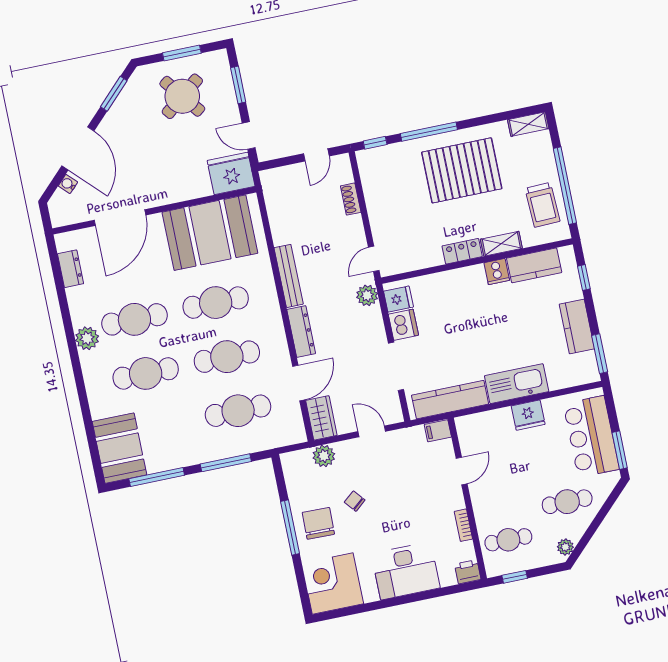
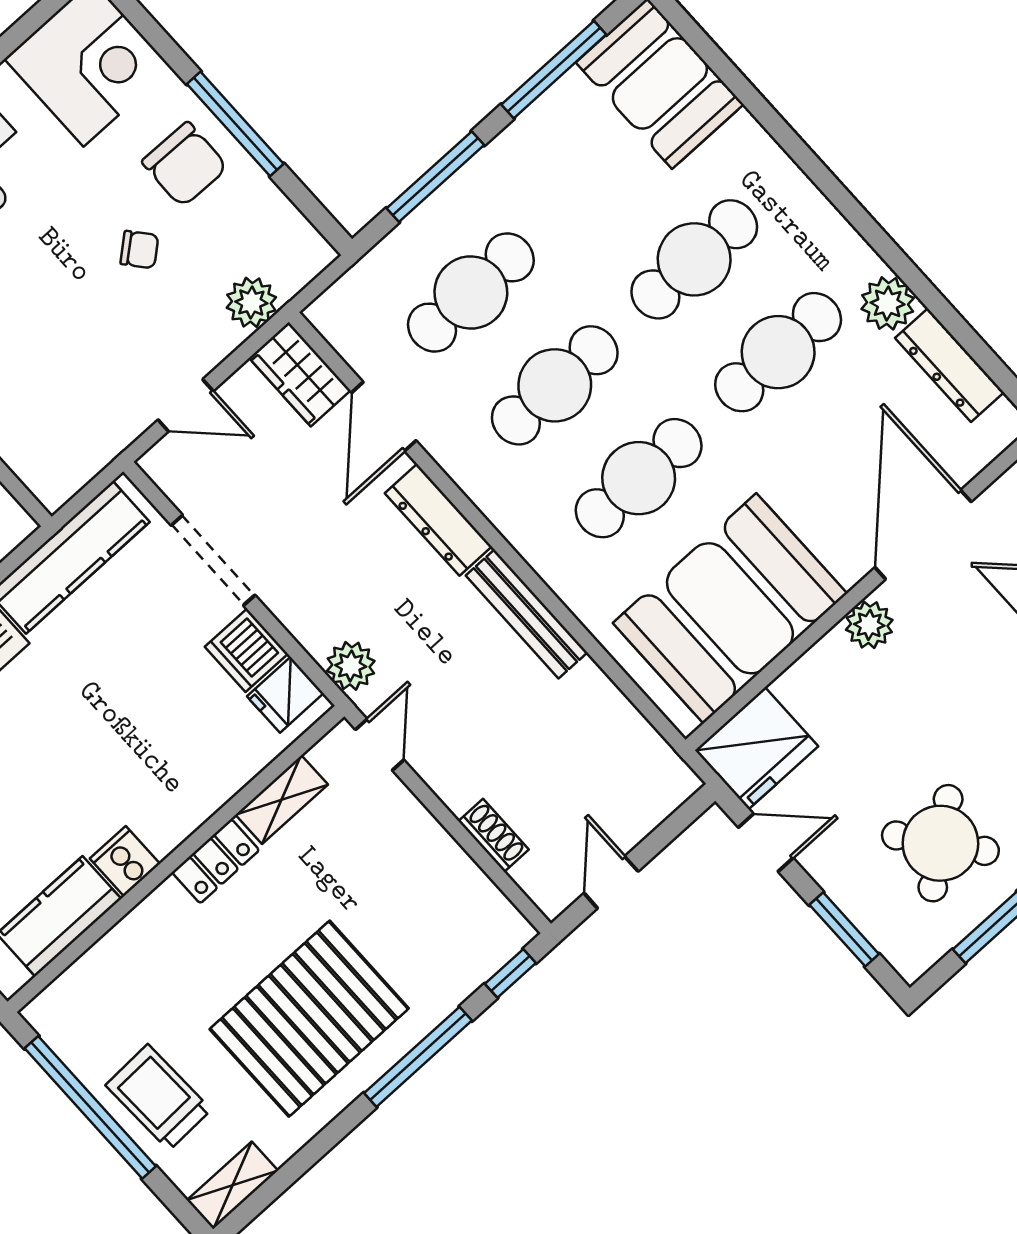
plant: (161, 195) -> (869, 625), added
trolley: (542, 205) -> (158, 1097), moved
shelving: (501, 244) -> (282, 800), moved
dresser: (71, 269) -> (950, 365), width x1.44
plant: (87, 338) -> (888, 303), moved
filing cabinet: (438, 431) -> (57, 482), removed

